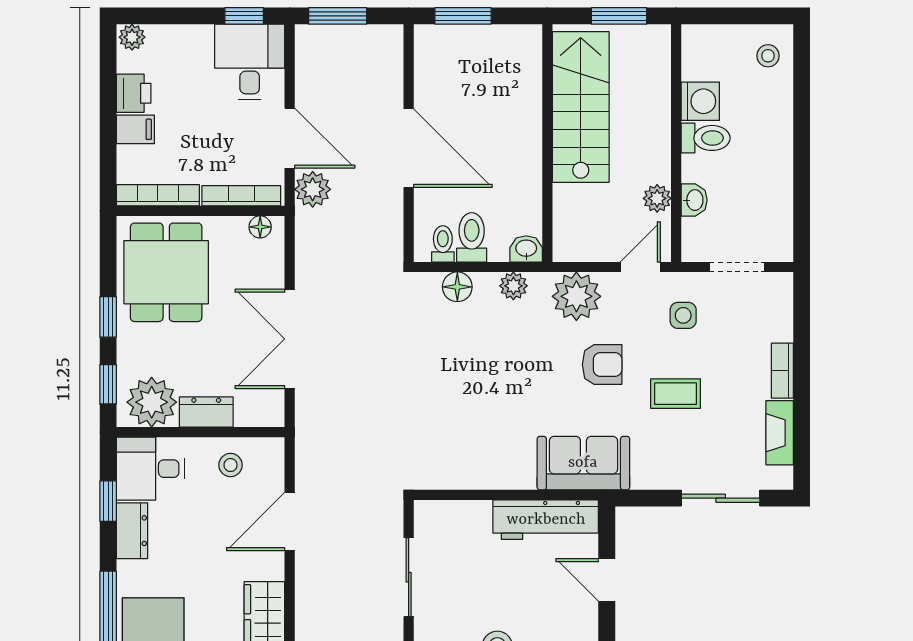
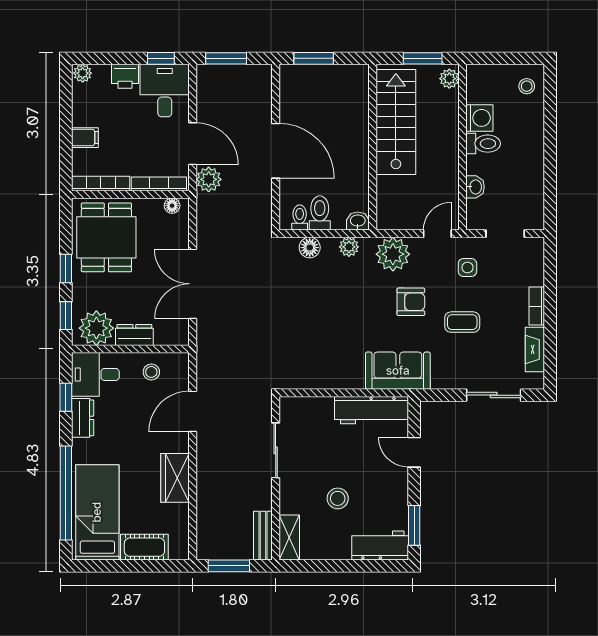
printer: (134, 93) -> (125, 76), moved, turned 90
plant: (657, 198) -> (449, 79), moved

